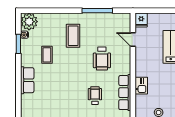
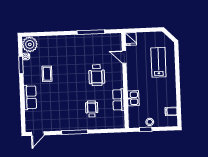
coffee table: (73, 36) -> (70, 56), removed
row of seats: (125, 93) -> (118, 100), width x0.68

